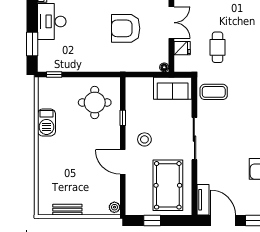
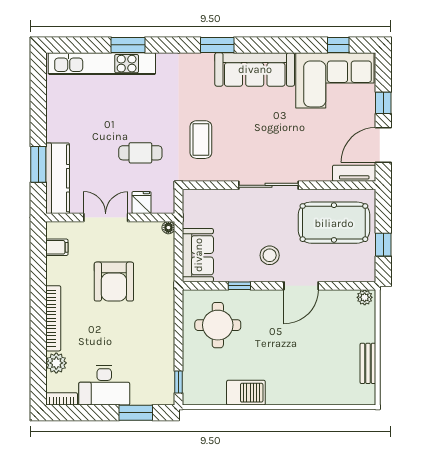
sofa: (173, 88) -> (198, 255), moved
coffee table: (214, 92) -> (201, 140), moved

